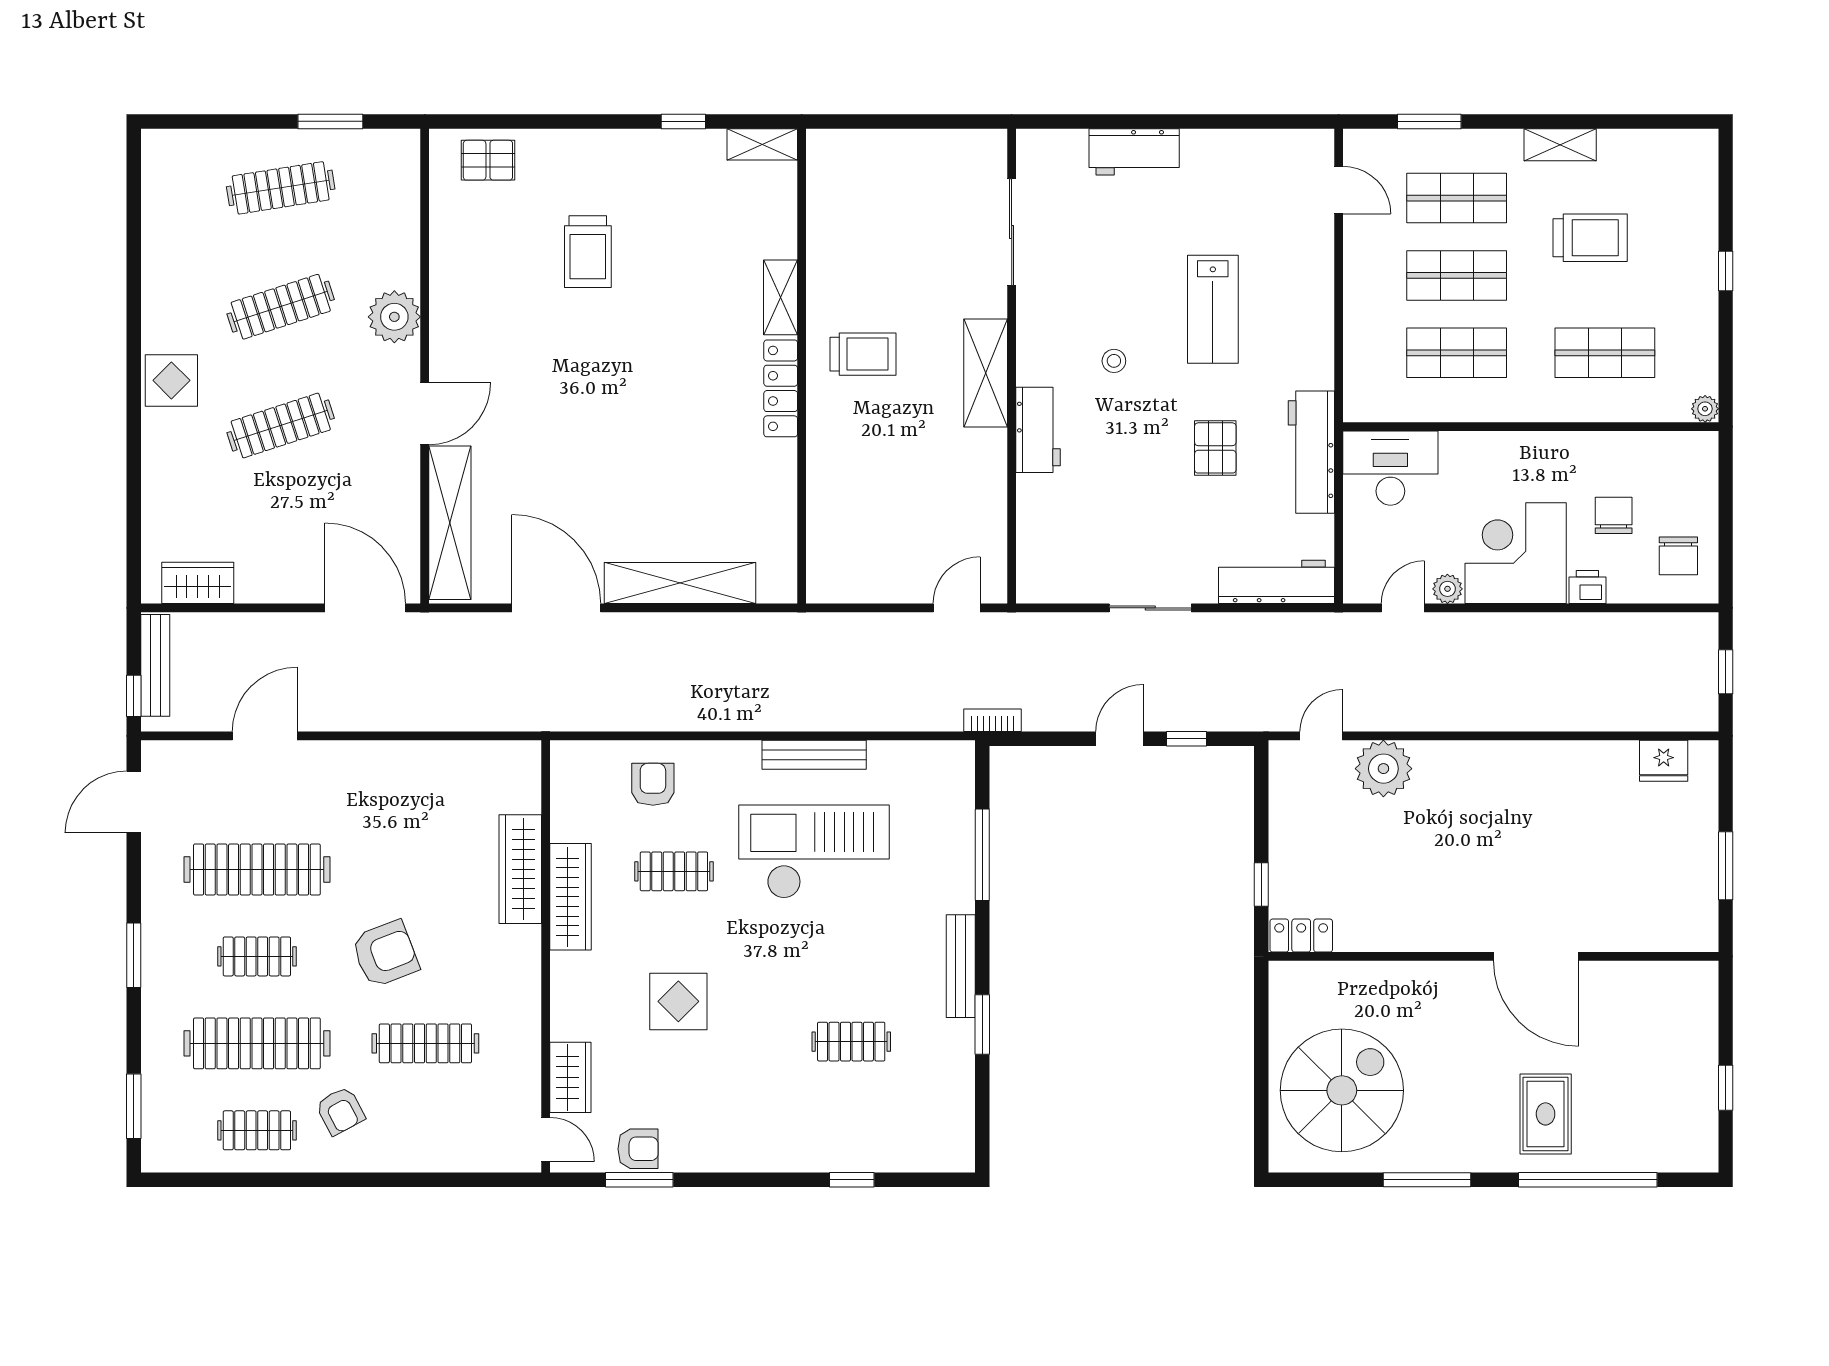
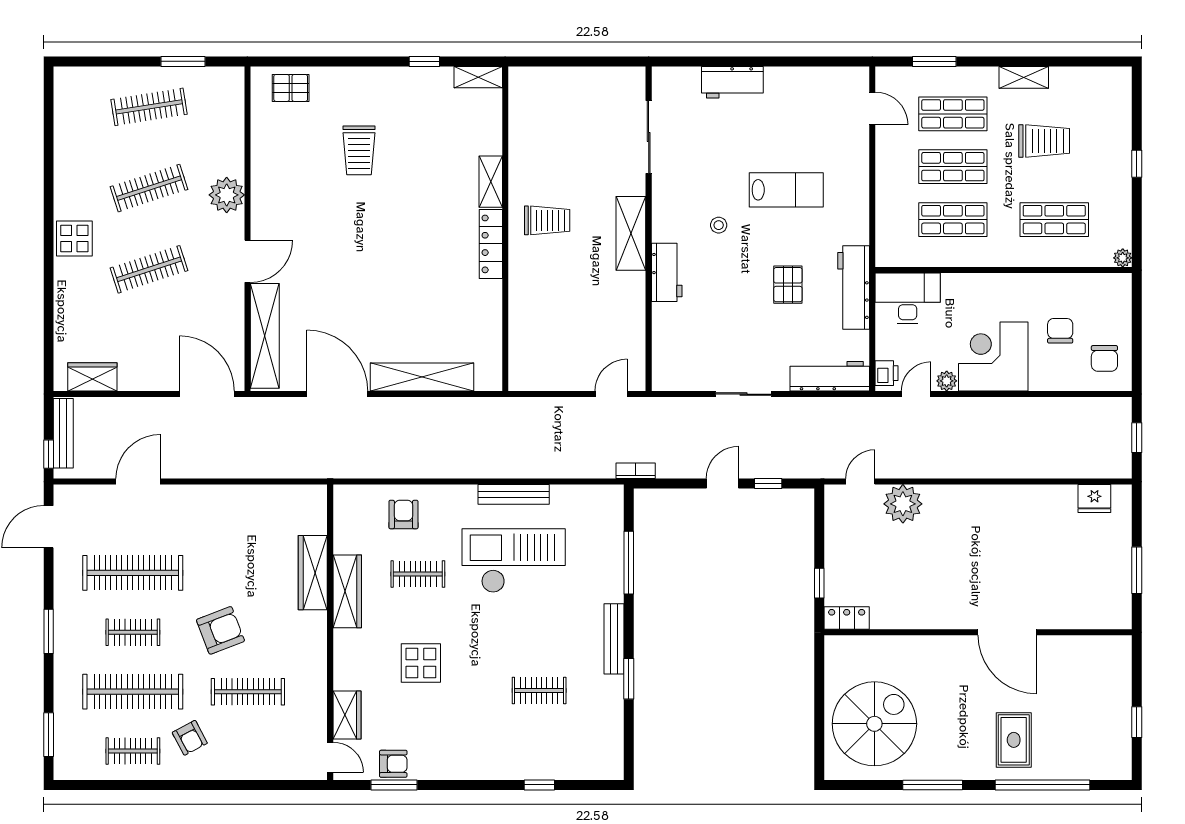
lab bench: (1213, 309) -> (786, 190), turned -90
printer: (1587, 587) -> (887, 373), moved, turned 90

